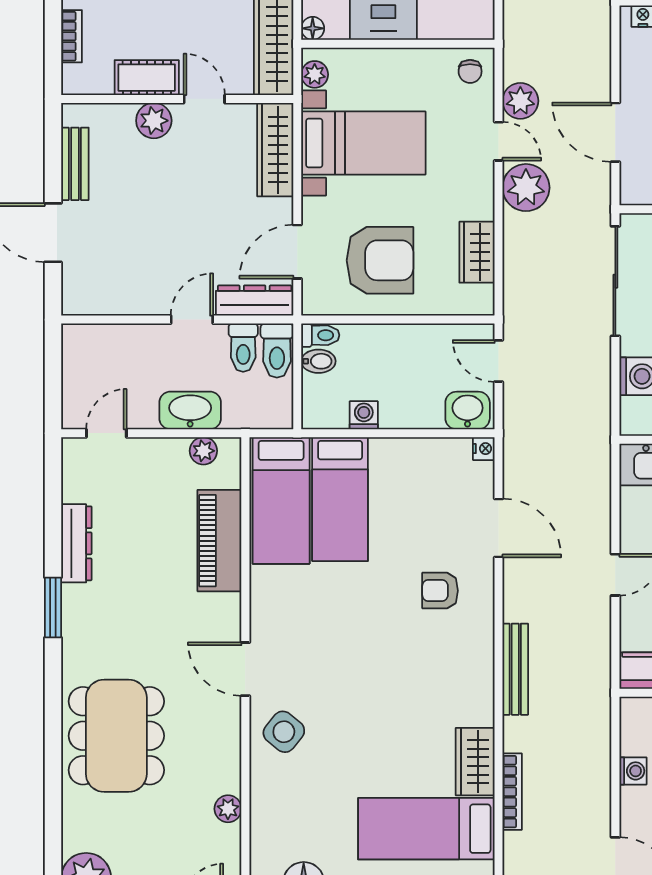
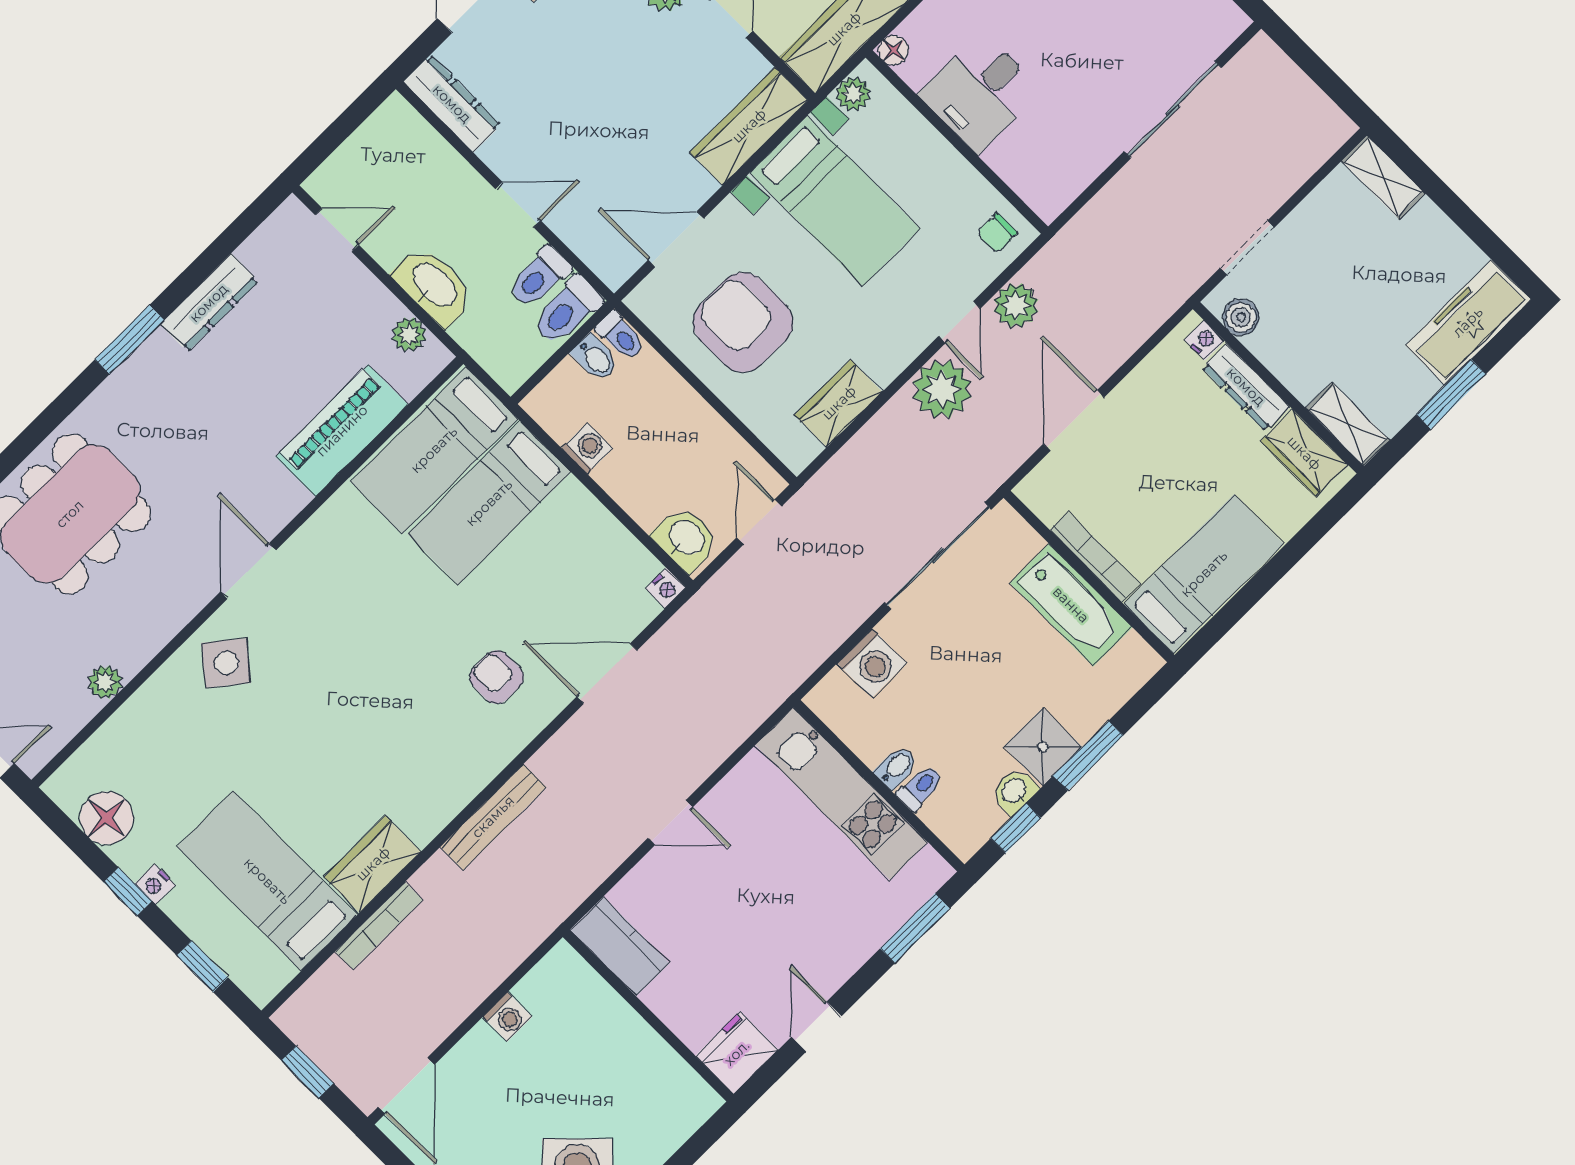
armchair: (380, 260) -> (743, 322), turned 180
dresser: (255, 301) -> (452, 104), moved
door: (499, 528) -> (607, 674), swing flipped

